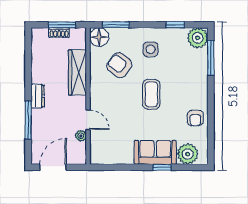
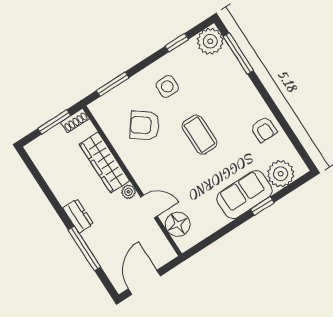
shoe rack: (59, 33) -> (75, 121), moved
floor lamp: (99, 37) -> (178, 224), moved
plant: (81, 136) -> (129, 192), moved

